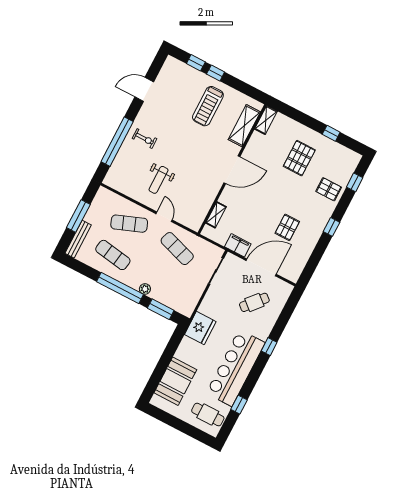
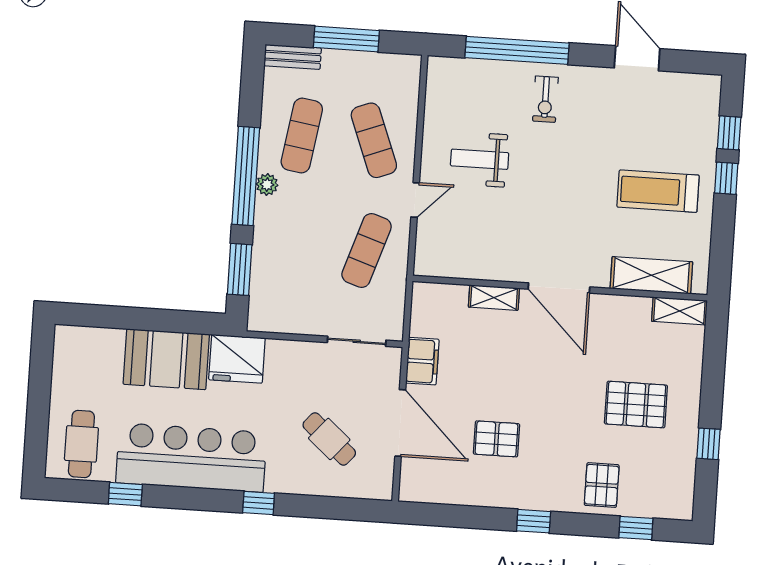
shelving: (216, 215) -> (494, 298), moved
bench: (78, 239) -> (293, 57), width x0.73
plant: (145, 289) -> (267, 185), moved
booth: (175, 381) -> (166, 359), moved

